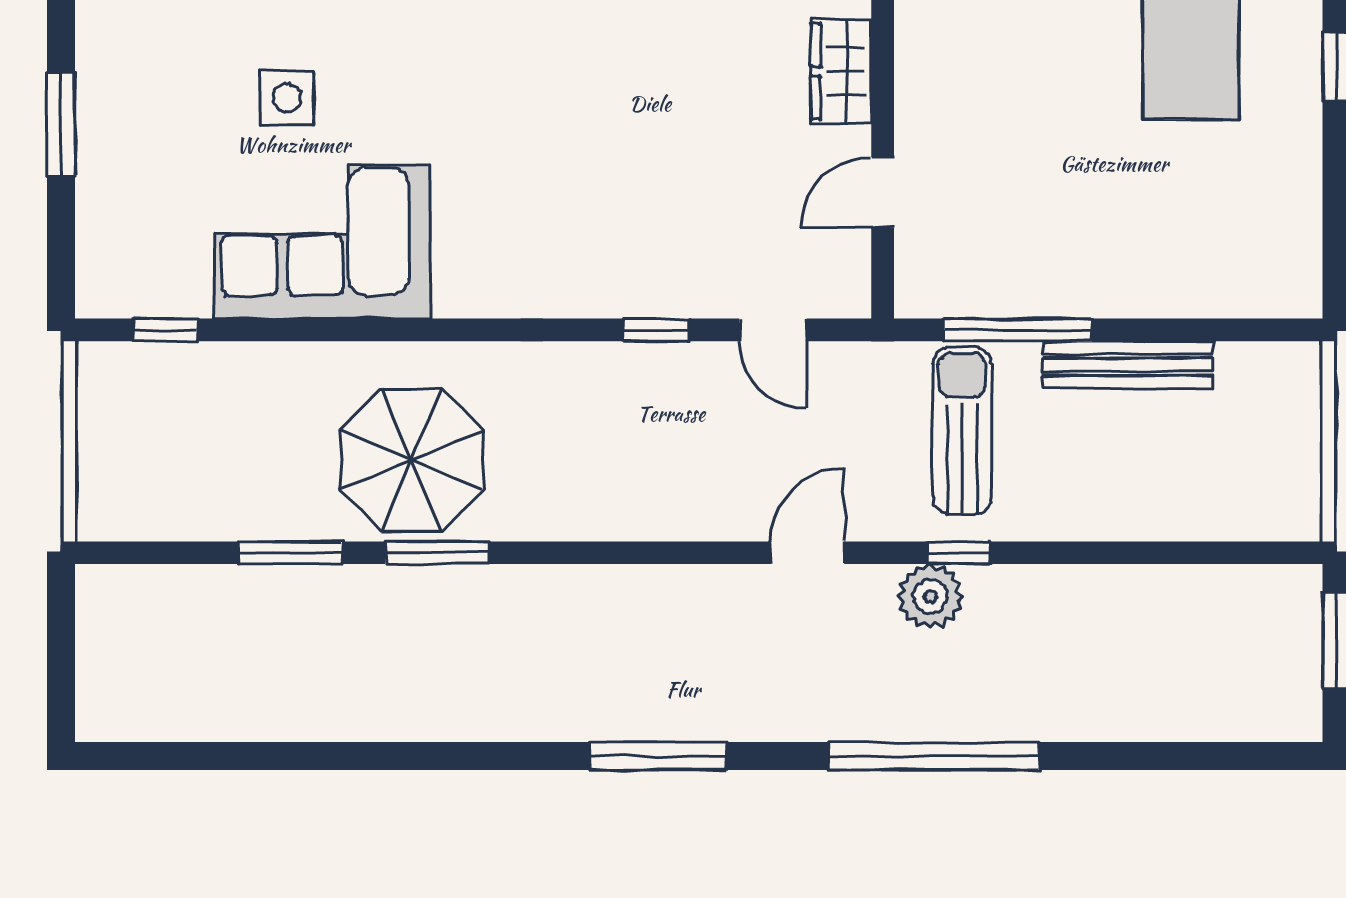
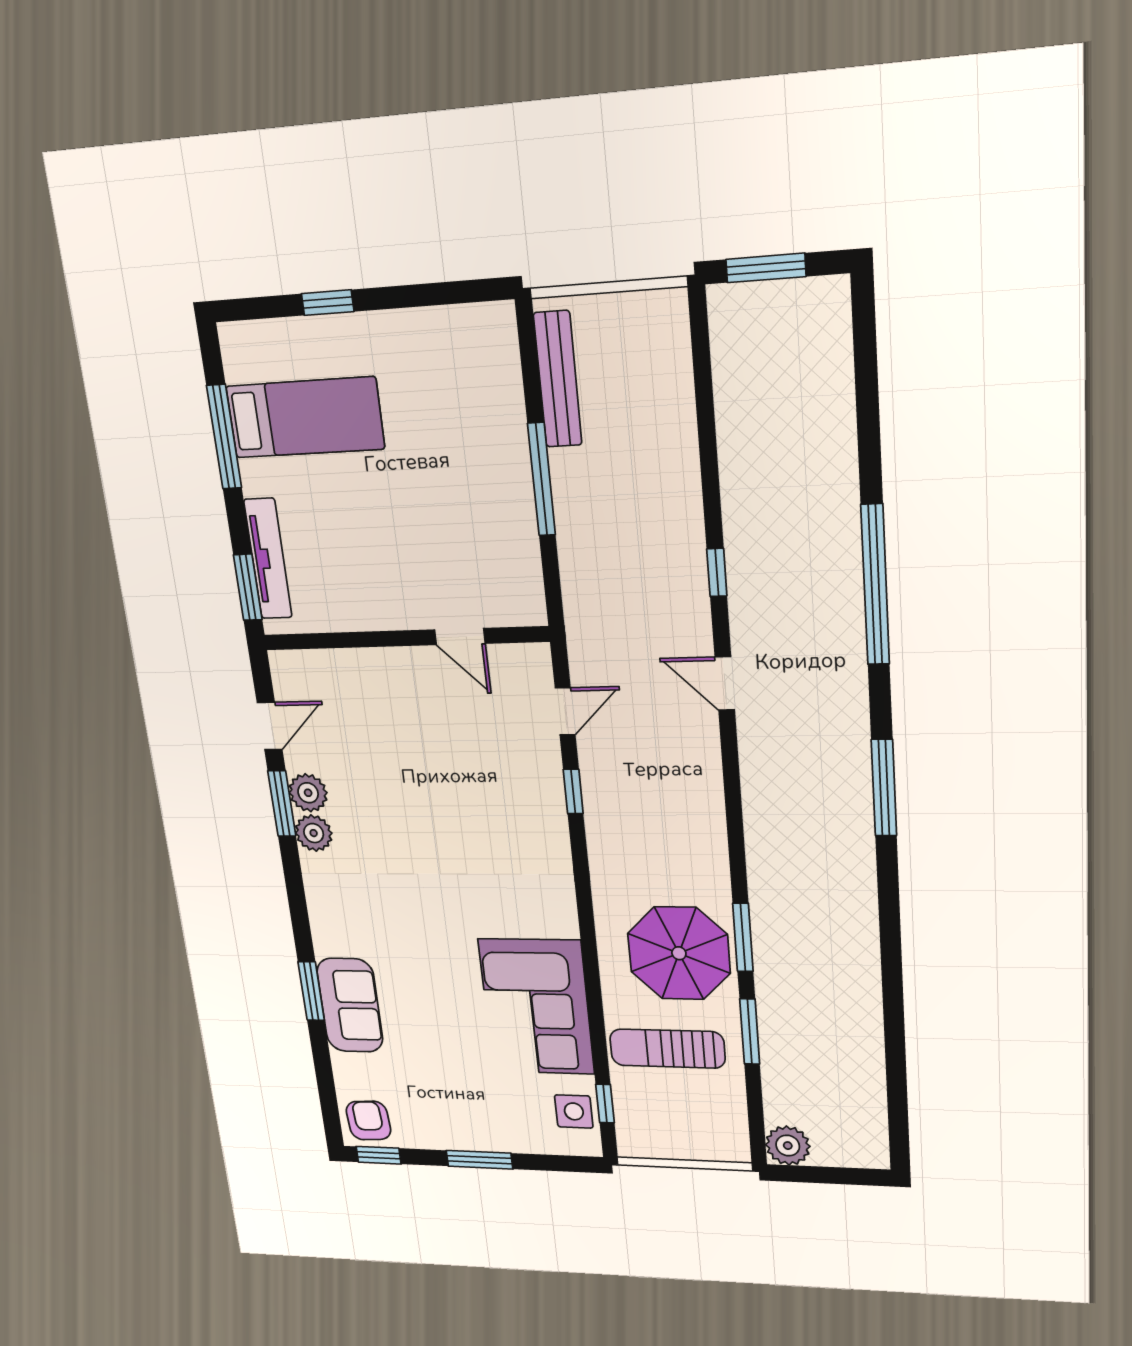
wardrobe: (841, 71) -> (380, 668), removed
side table: (287, 98) -> (574, 1111), moved
window: (1018, 330) -> (541, 479), moved
bench: (1128, 365) -> (558, 379), moved
sun lounger: (962, 431) -> (667, 1049), moved
plant: (930, 596) -> (788, 1146), moved

